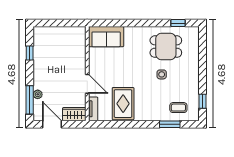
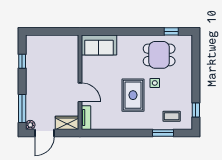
plant: (38, 94) -> (30, 125), moved
rug: (123, 104) -> (133, 95), moved
door: (52, 124) -> (45, 133), swing flipped

